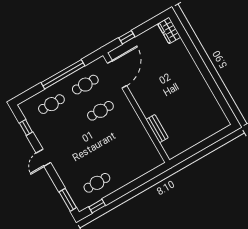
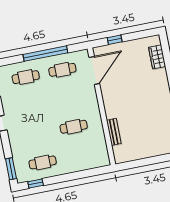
wardrobe: (169, 30) -> (157, 57), moved
cafe table: (100, 111) -> (74, 127), moved

